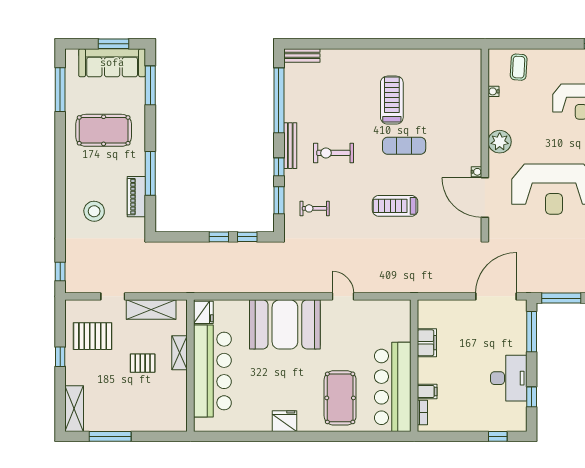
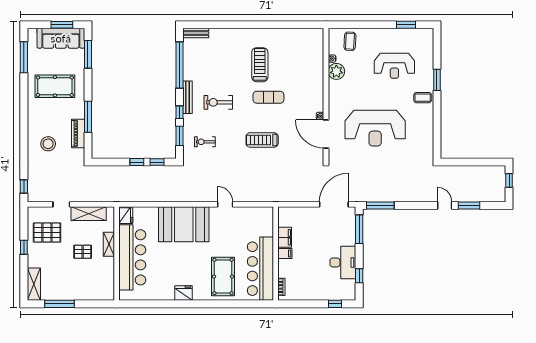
plant: (500, 142) -> (336, 71), moved
filing cabinet: (427, 392) -> (285, 253), moved

